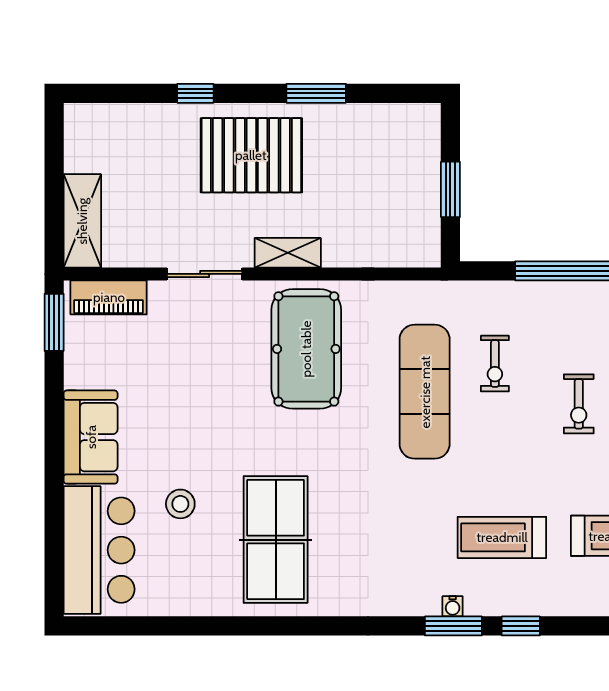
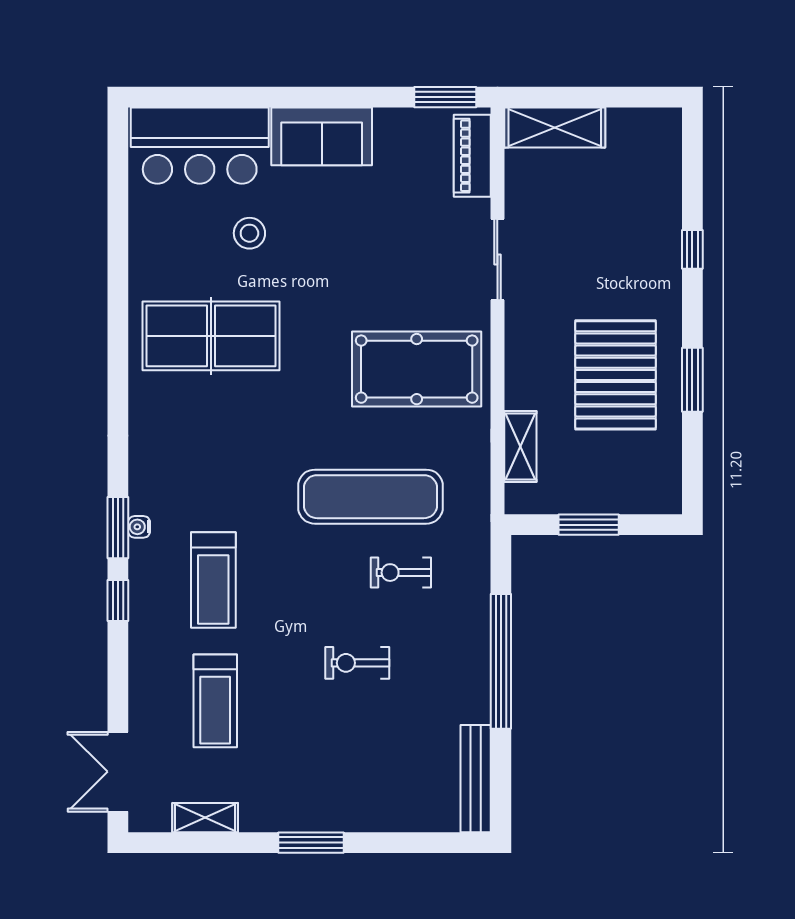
pallet: (251, 155) -> (616, 375), moved
shelving: (288, 253) -> (520, 446), moved
treadmill: (502, 537) -> (213, 580), turned 180

